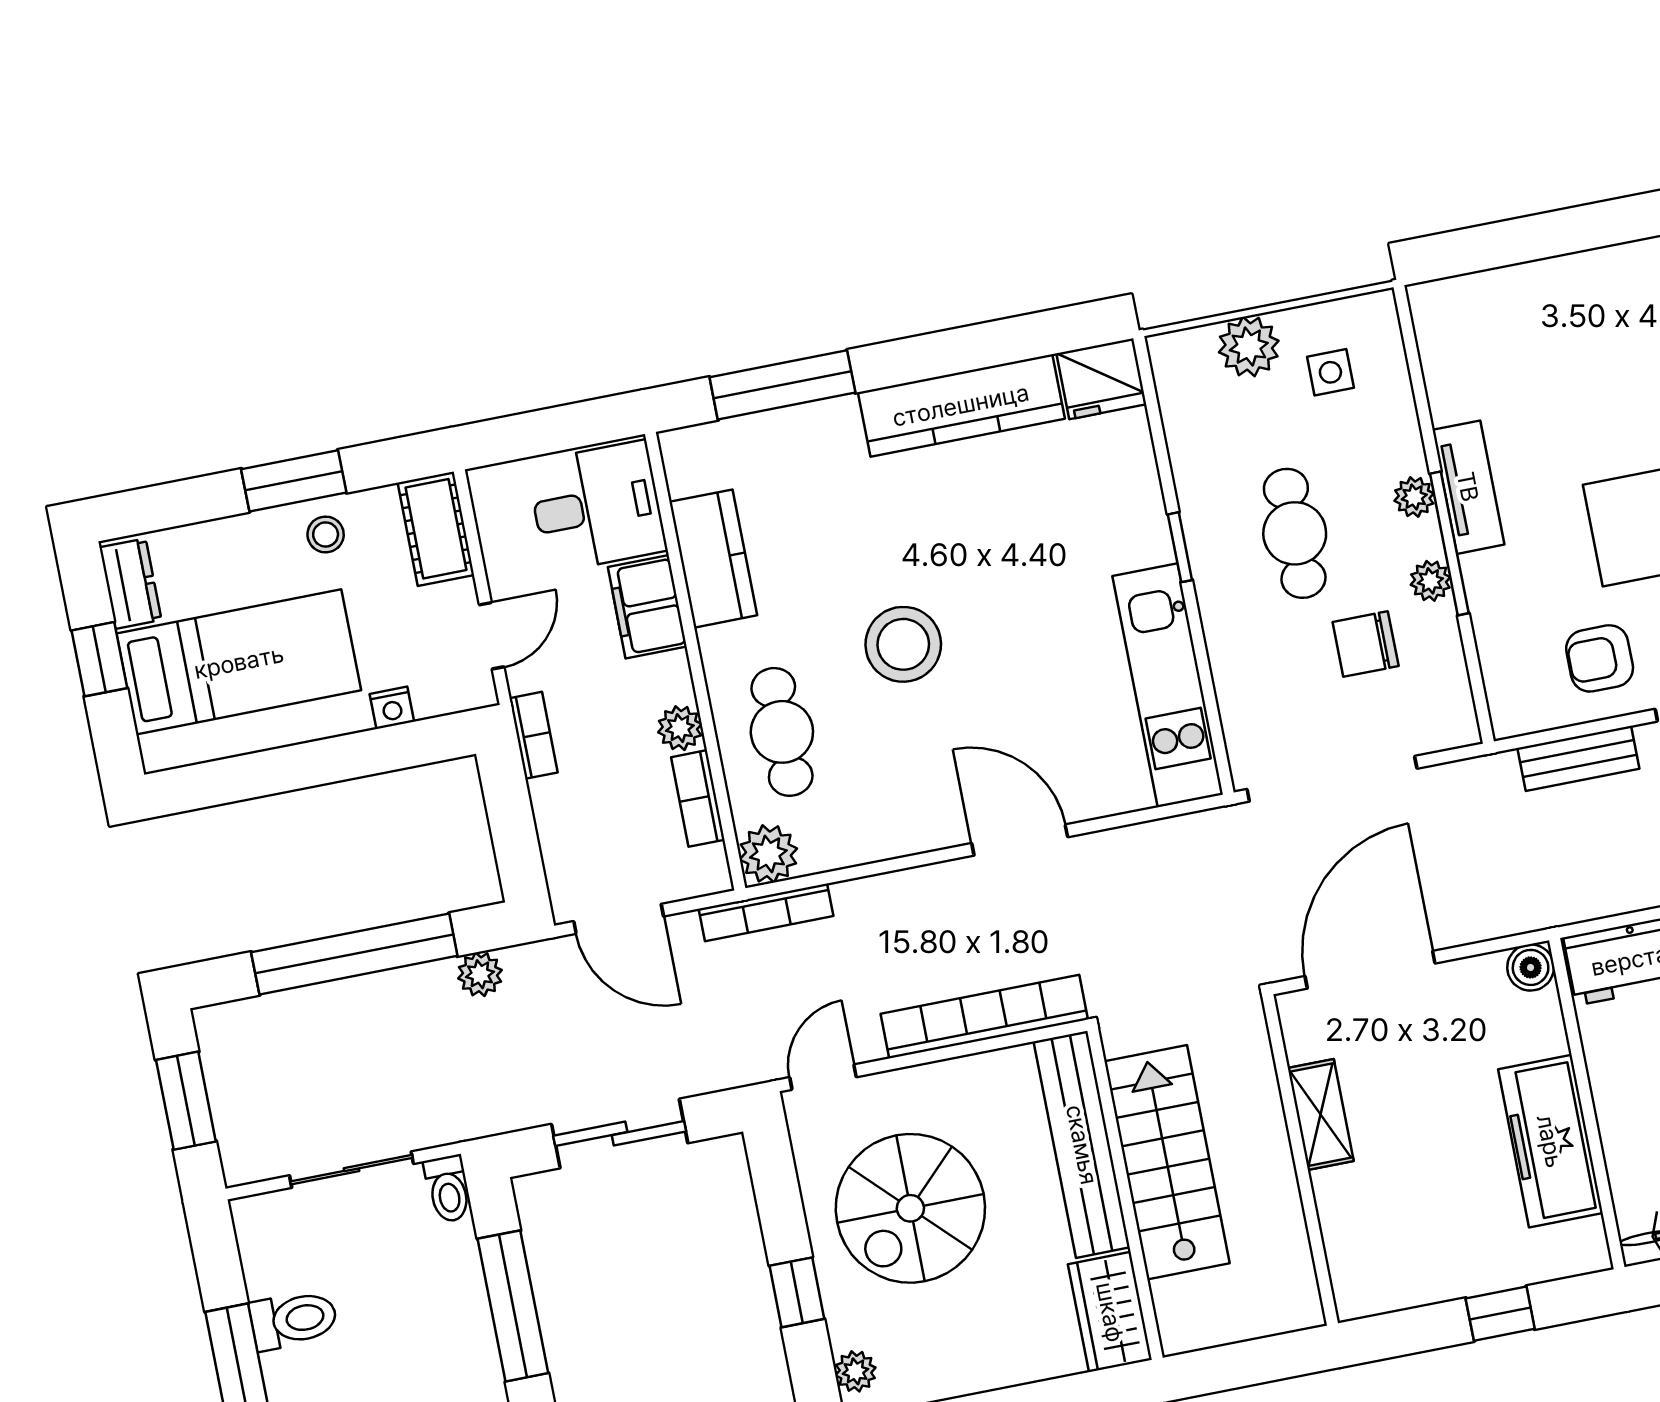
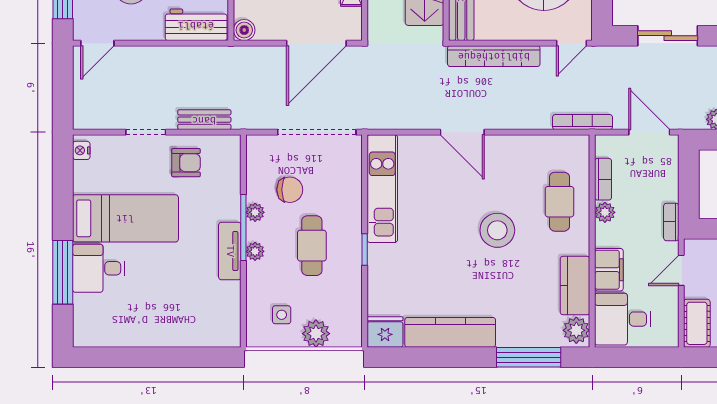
plant: (768, 854) -> (576, 330), moved

